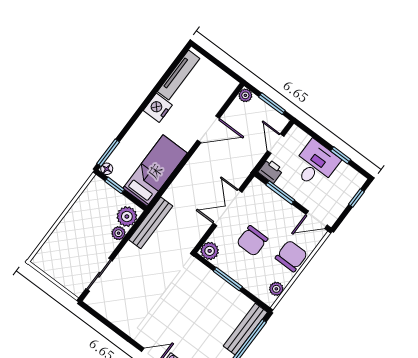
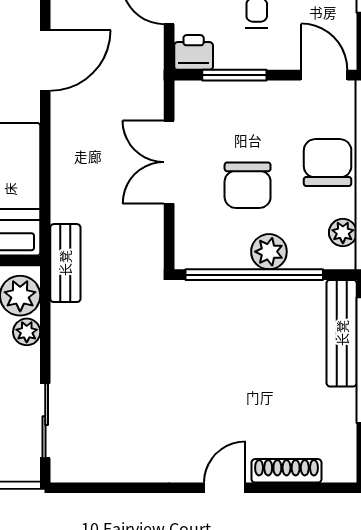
door: (317, 220) -> (324, 75), swing flipped
bench: (151, 223) -> (65, 263), width x0.73
plant: (210, 251) -> (269, 252), moved
window: (228, 279) -> (254, 275), width x2.11

